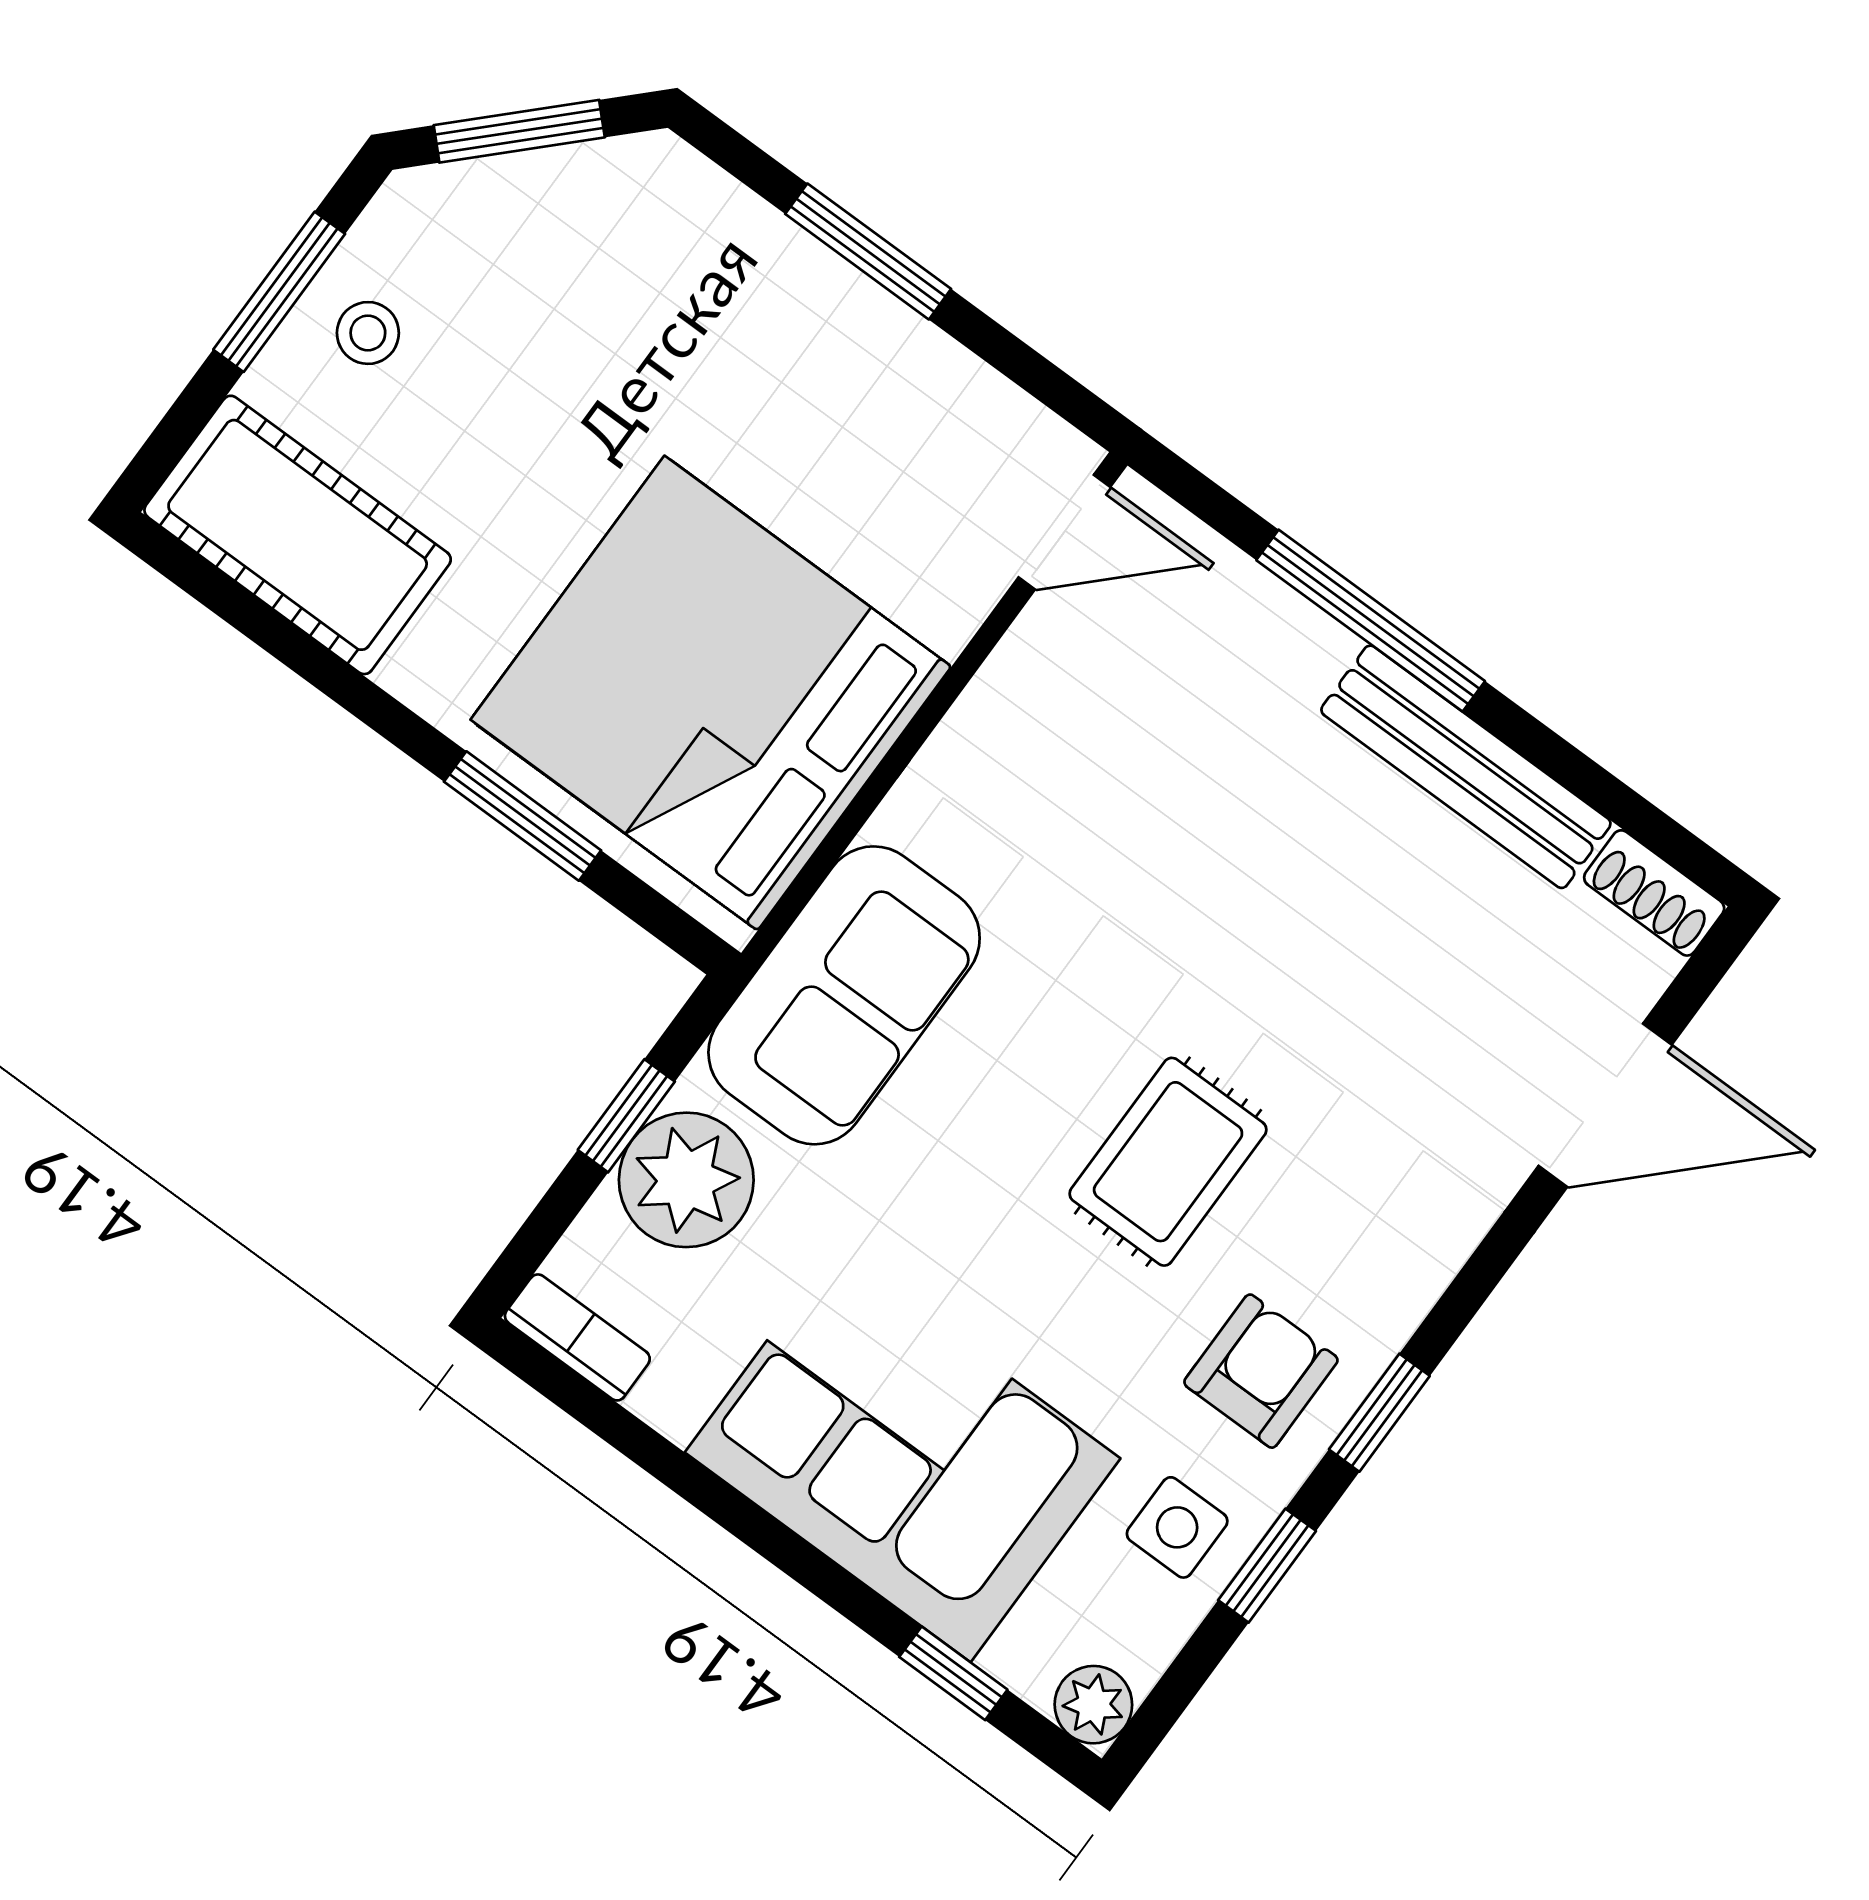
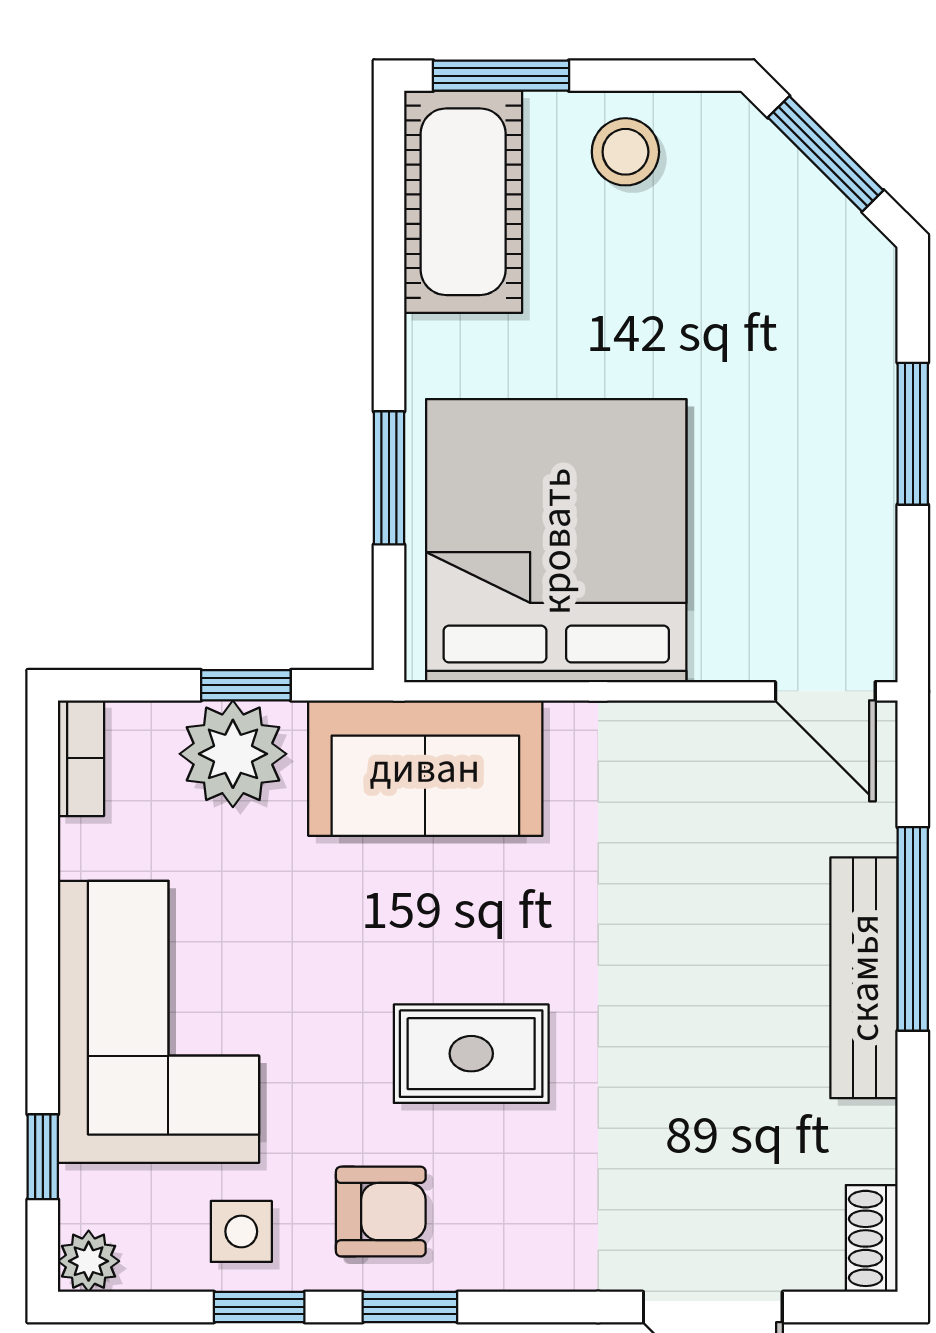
window: (279, 292) -> (501, 76), moved
stool: (368, 333) -> (625, 152), width x1.37, depth x1.37
bench: (1466, 767) -> (864, 978), moved

